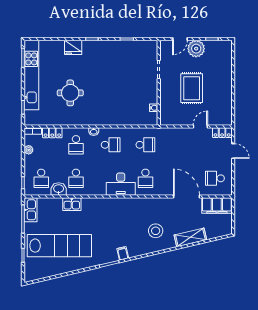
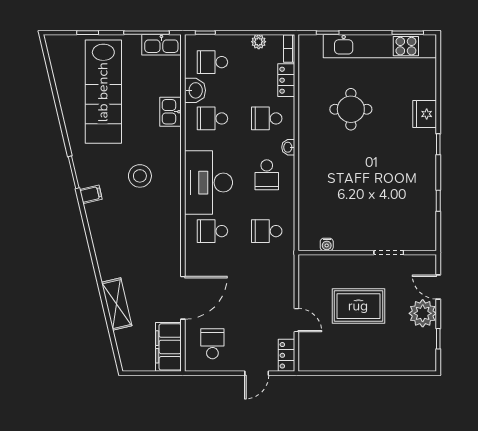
school desk: (145, 145) -> (267, 231), turned 90
desk: (121, 184) -> (208, 183), width x1.36, depth x1.30
stool: (156, 231) -> (140, 176), moved

